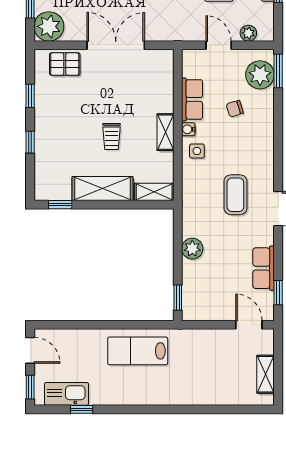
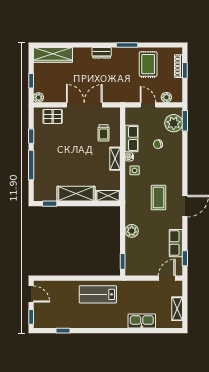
plant: (49, 26) -> (38, 97), width x0.53, depth x0.53
trolley: (111, 136) -> (104, 133), moved
window: (30, 142) -> (31, 165), width x2.17
door: (249, 325) -> (167, 278), hinge flipped
kitchen sink: (67, 394) -> (142, 321), moved

